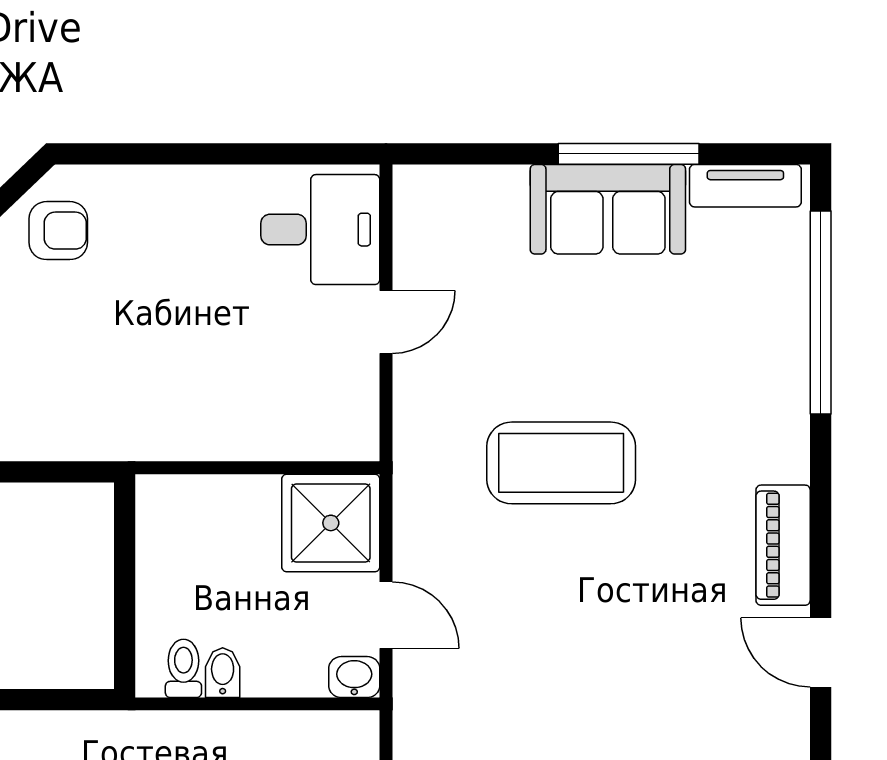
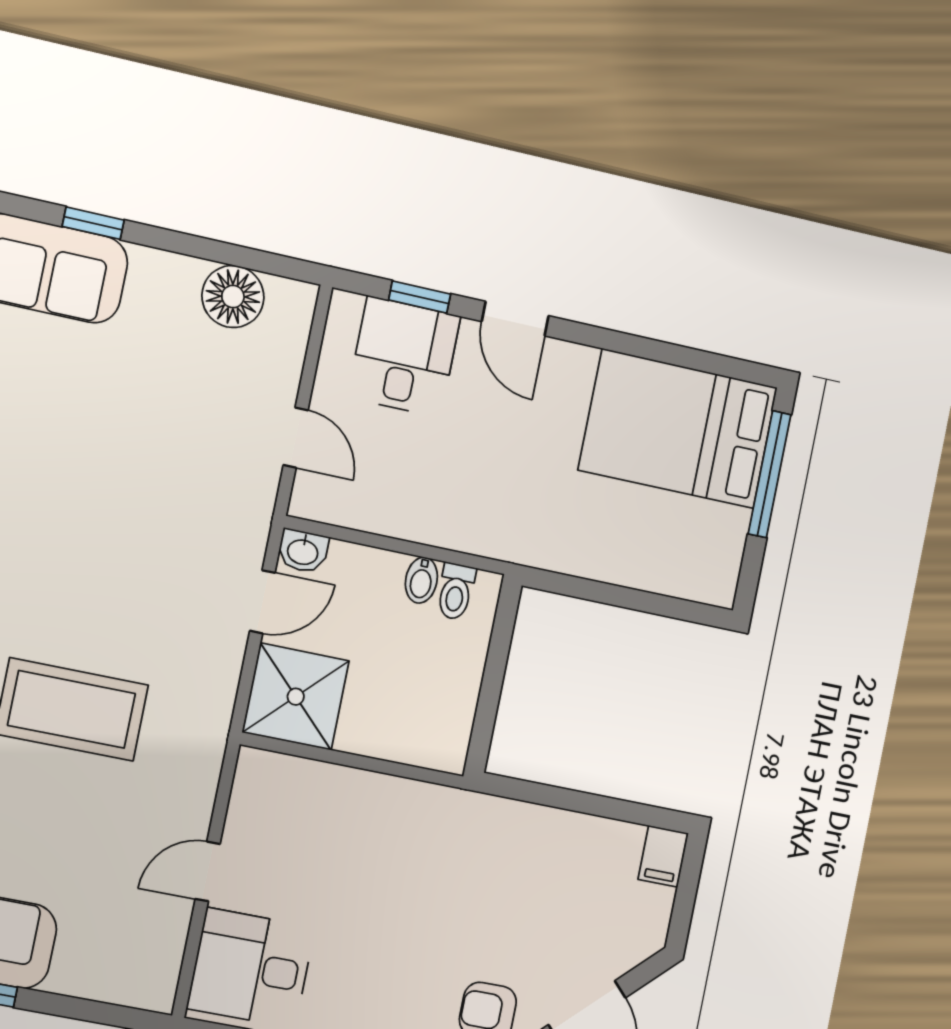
door: (386, 615) -> (262, 602), swing flipped

